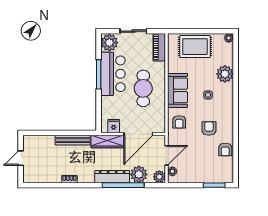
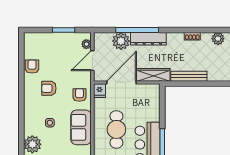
fridge: (114, 126) -> (99, 91), moved
armchair: (209, 128) -> (49, 88), turned 90
plant: (159, 177) -> (218, 39), moved
window: (214, 185) -> (64, 30), moved

